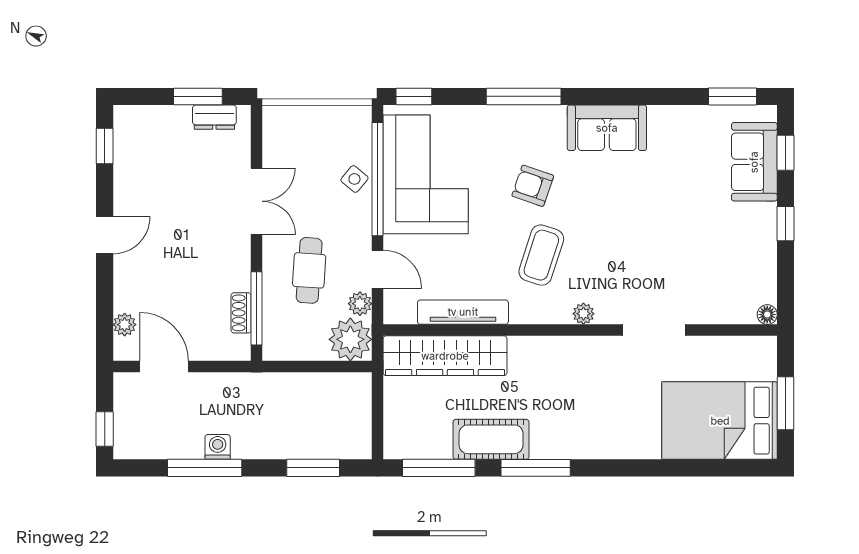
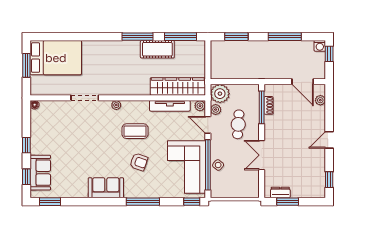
coffee table: (541, 255) -> (135, 131), turned 72
plant: (395, 312) -> (200, 106), added
washing machine: (218, 447) -> (320, 46), moved

